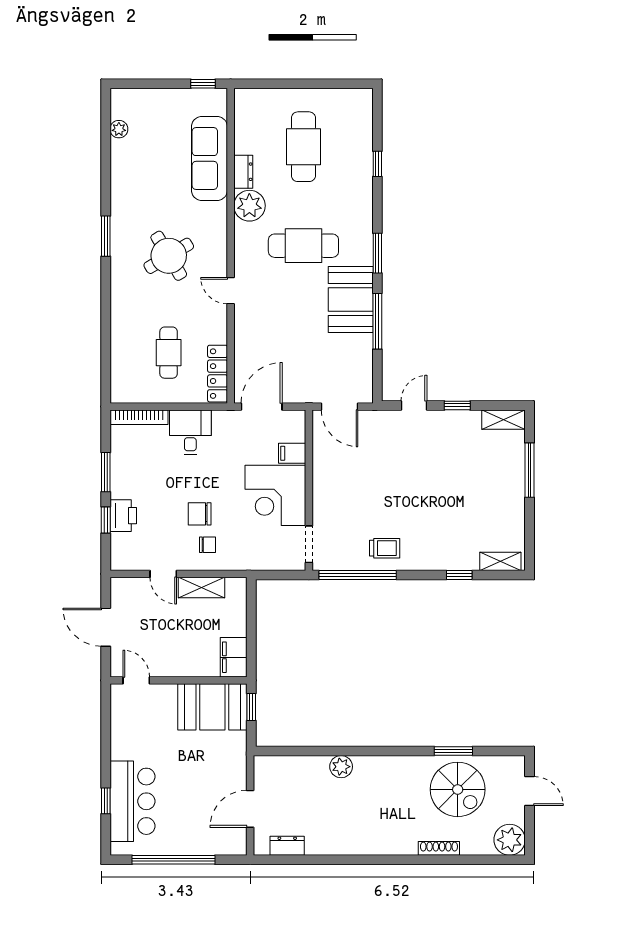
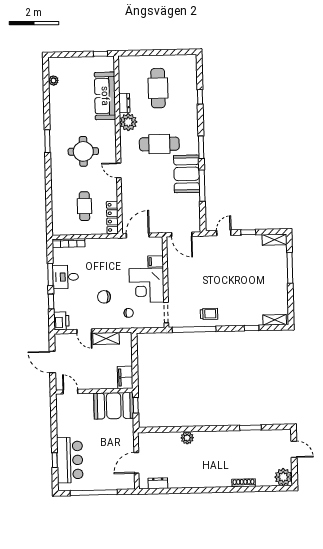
round table: (169, 256) -> (83, 151), turned 31
desk: (190, 432) -> (66, 277), moved, turned -90
printer: (123, 516) -> (61, 321), moved
chair: (208, 545) -> (129, 313), moved
spiral stairs: (458, 789) -> (253, 449), removed

